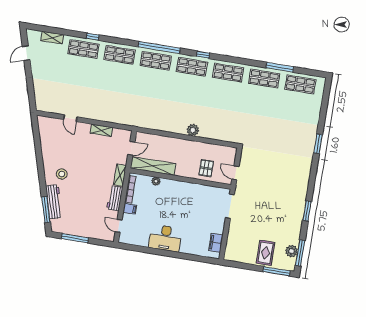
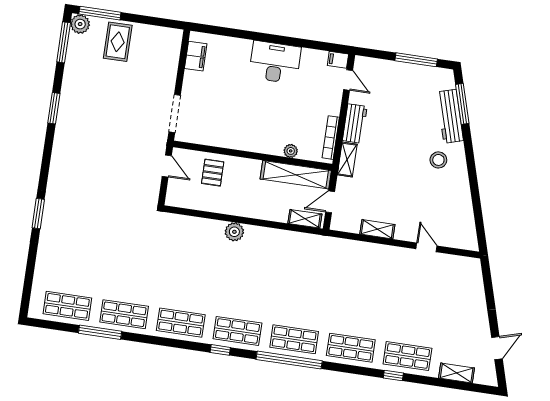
shelving: (148, 138) -> (305, 219), added
filing cabinet: (130, 209) -> (338, 60), moved
plant: (292, 251) -> (80, 24), moved

